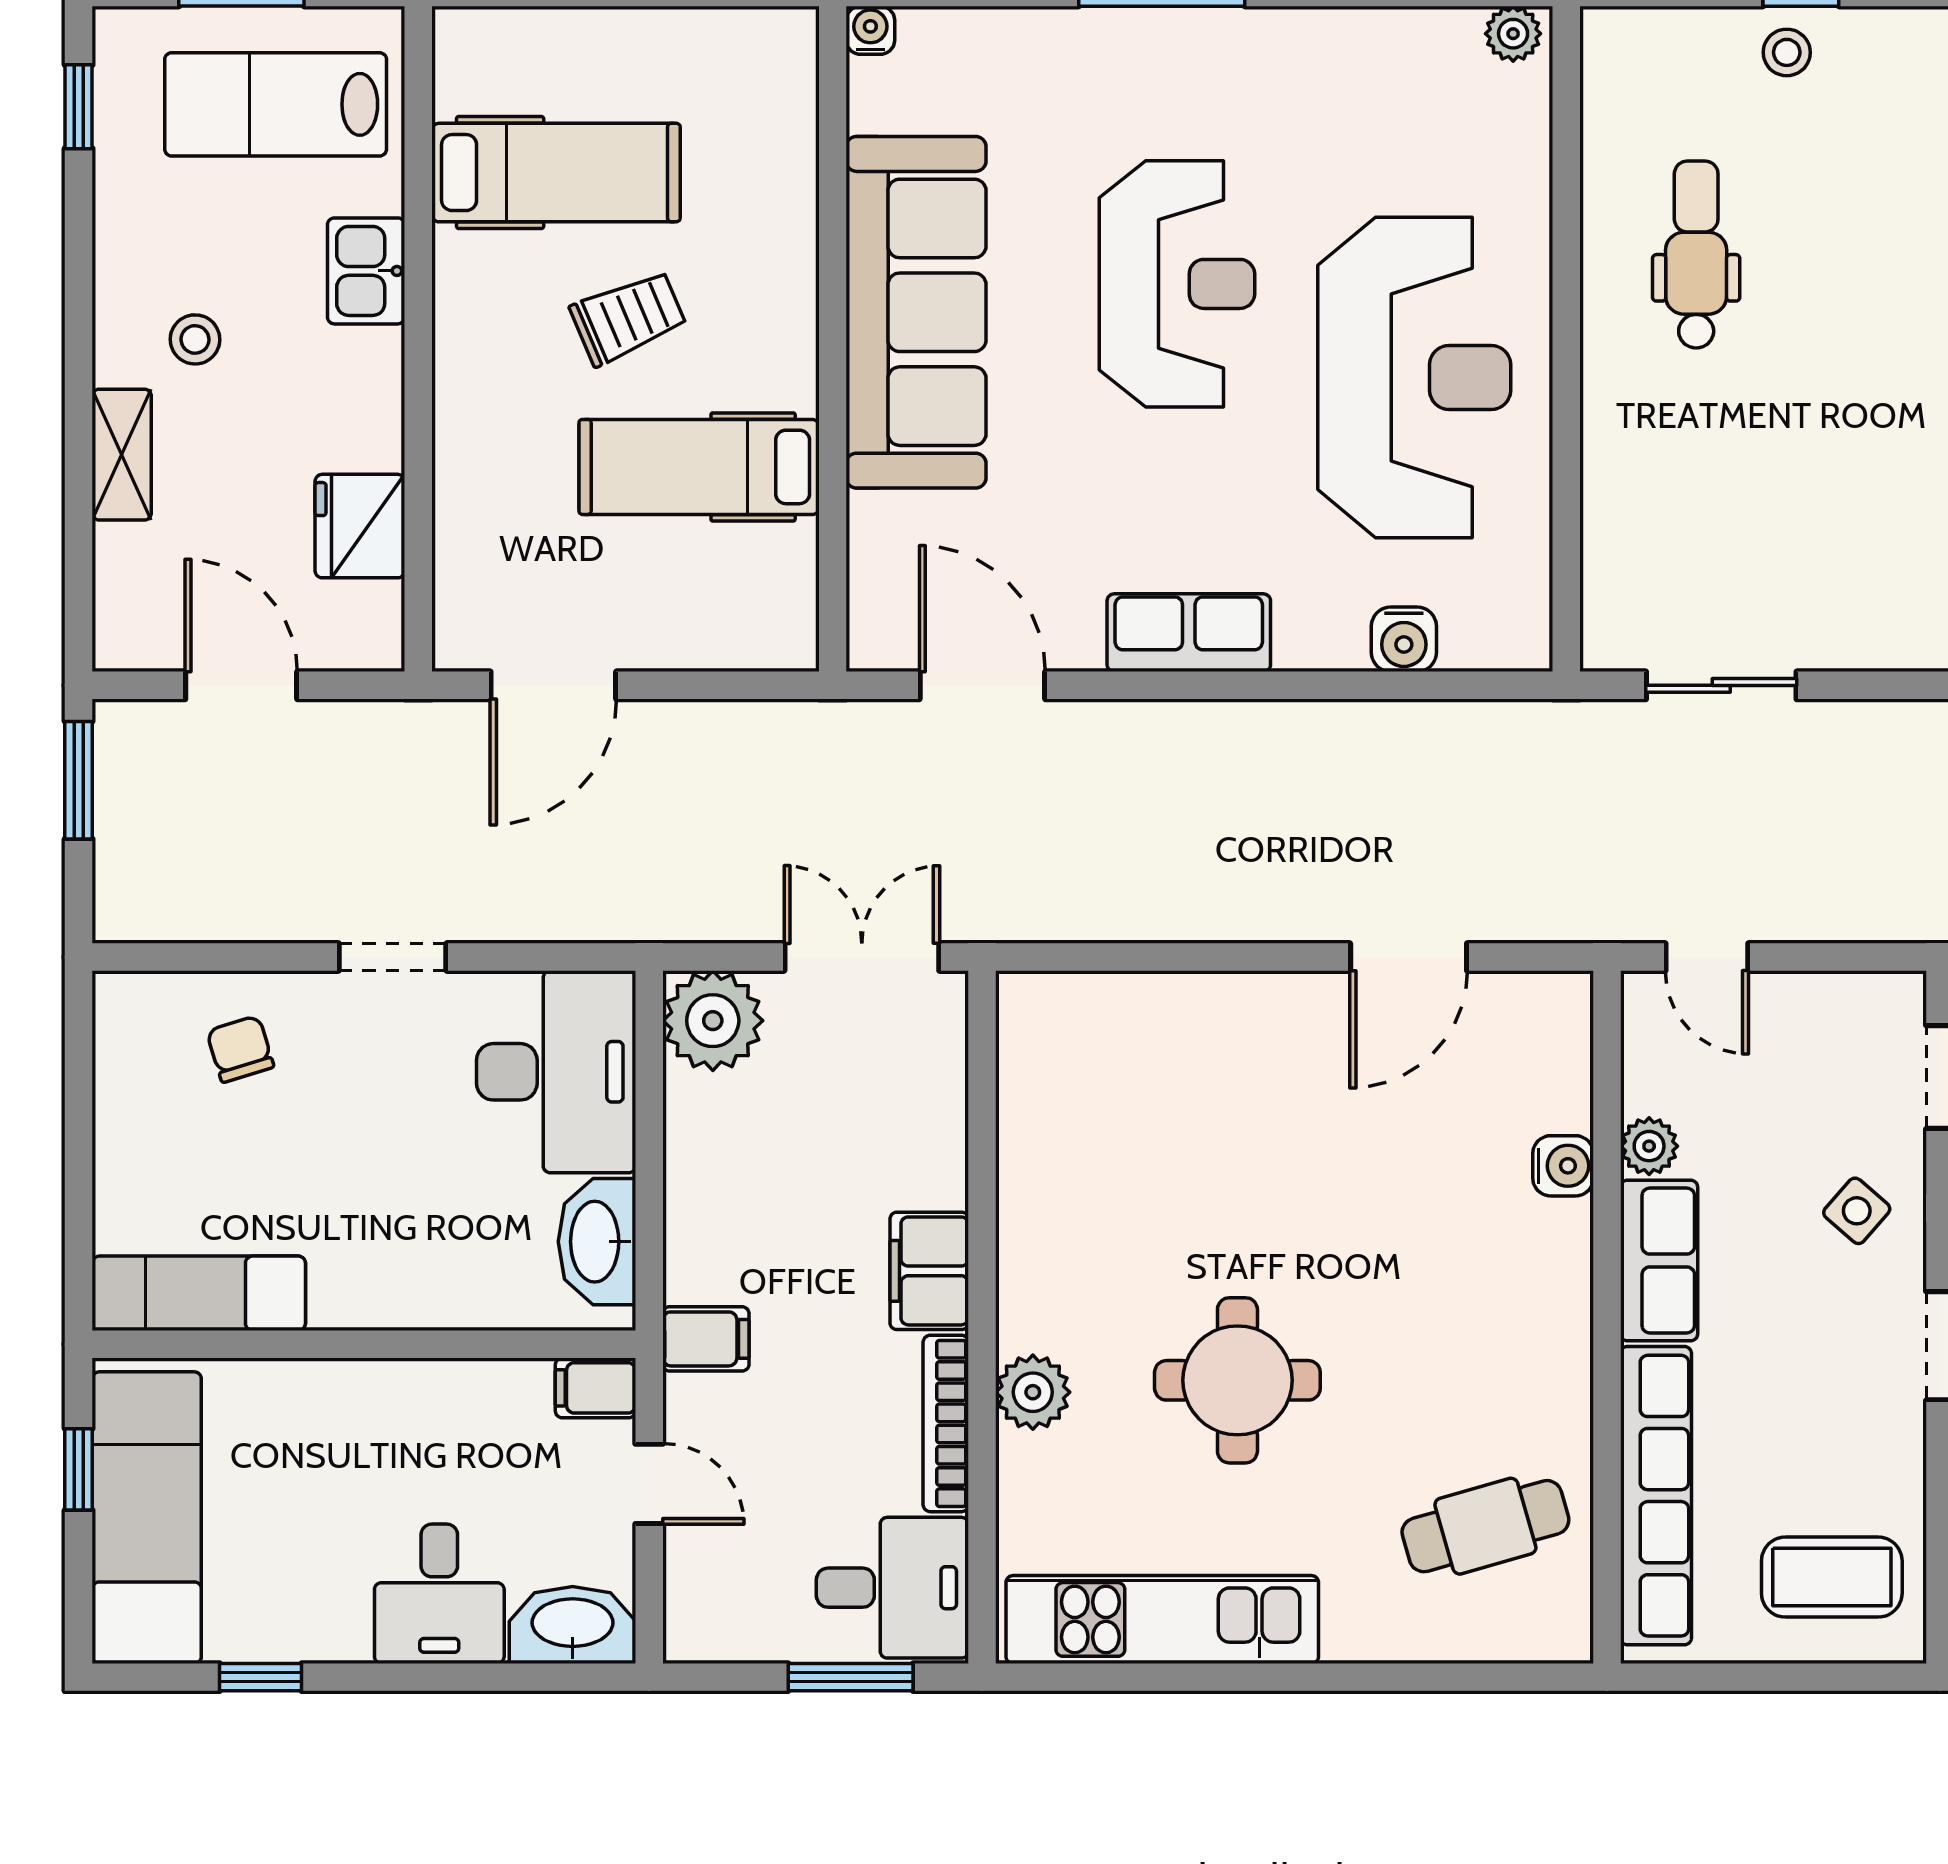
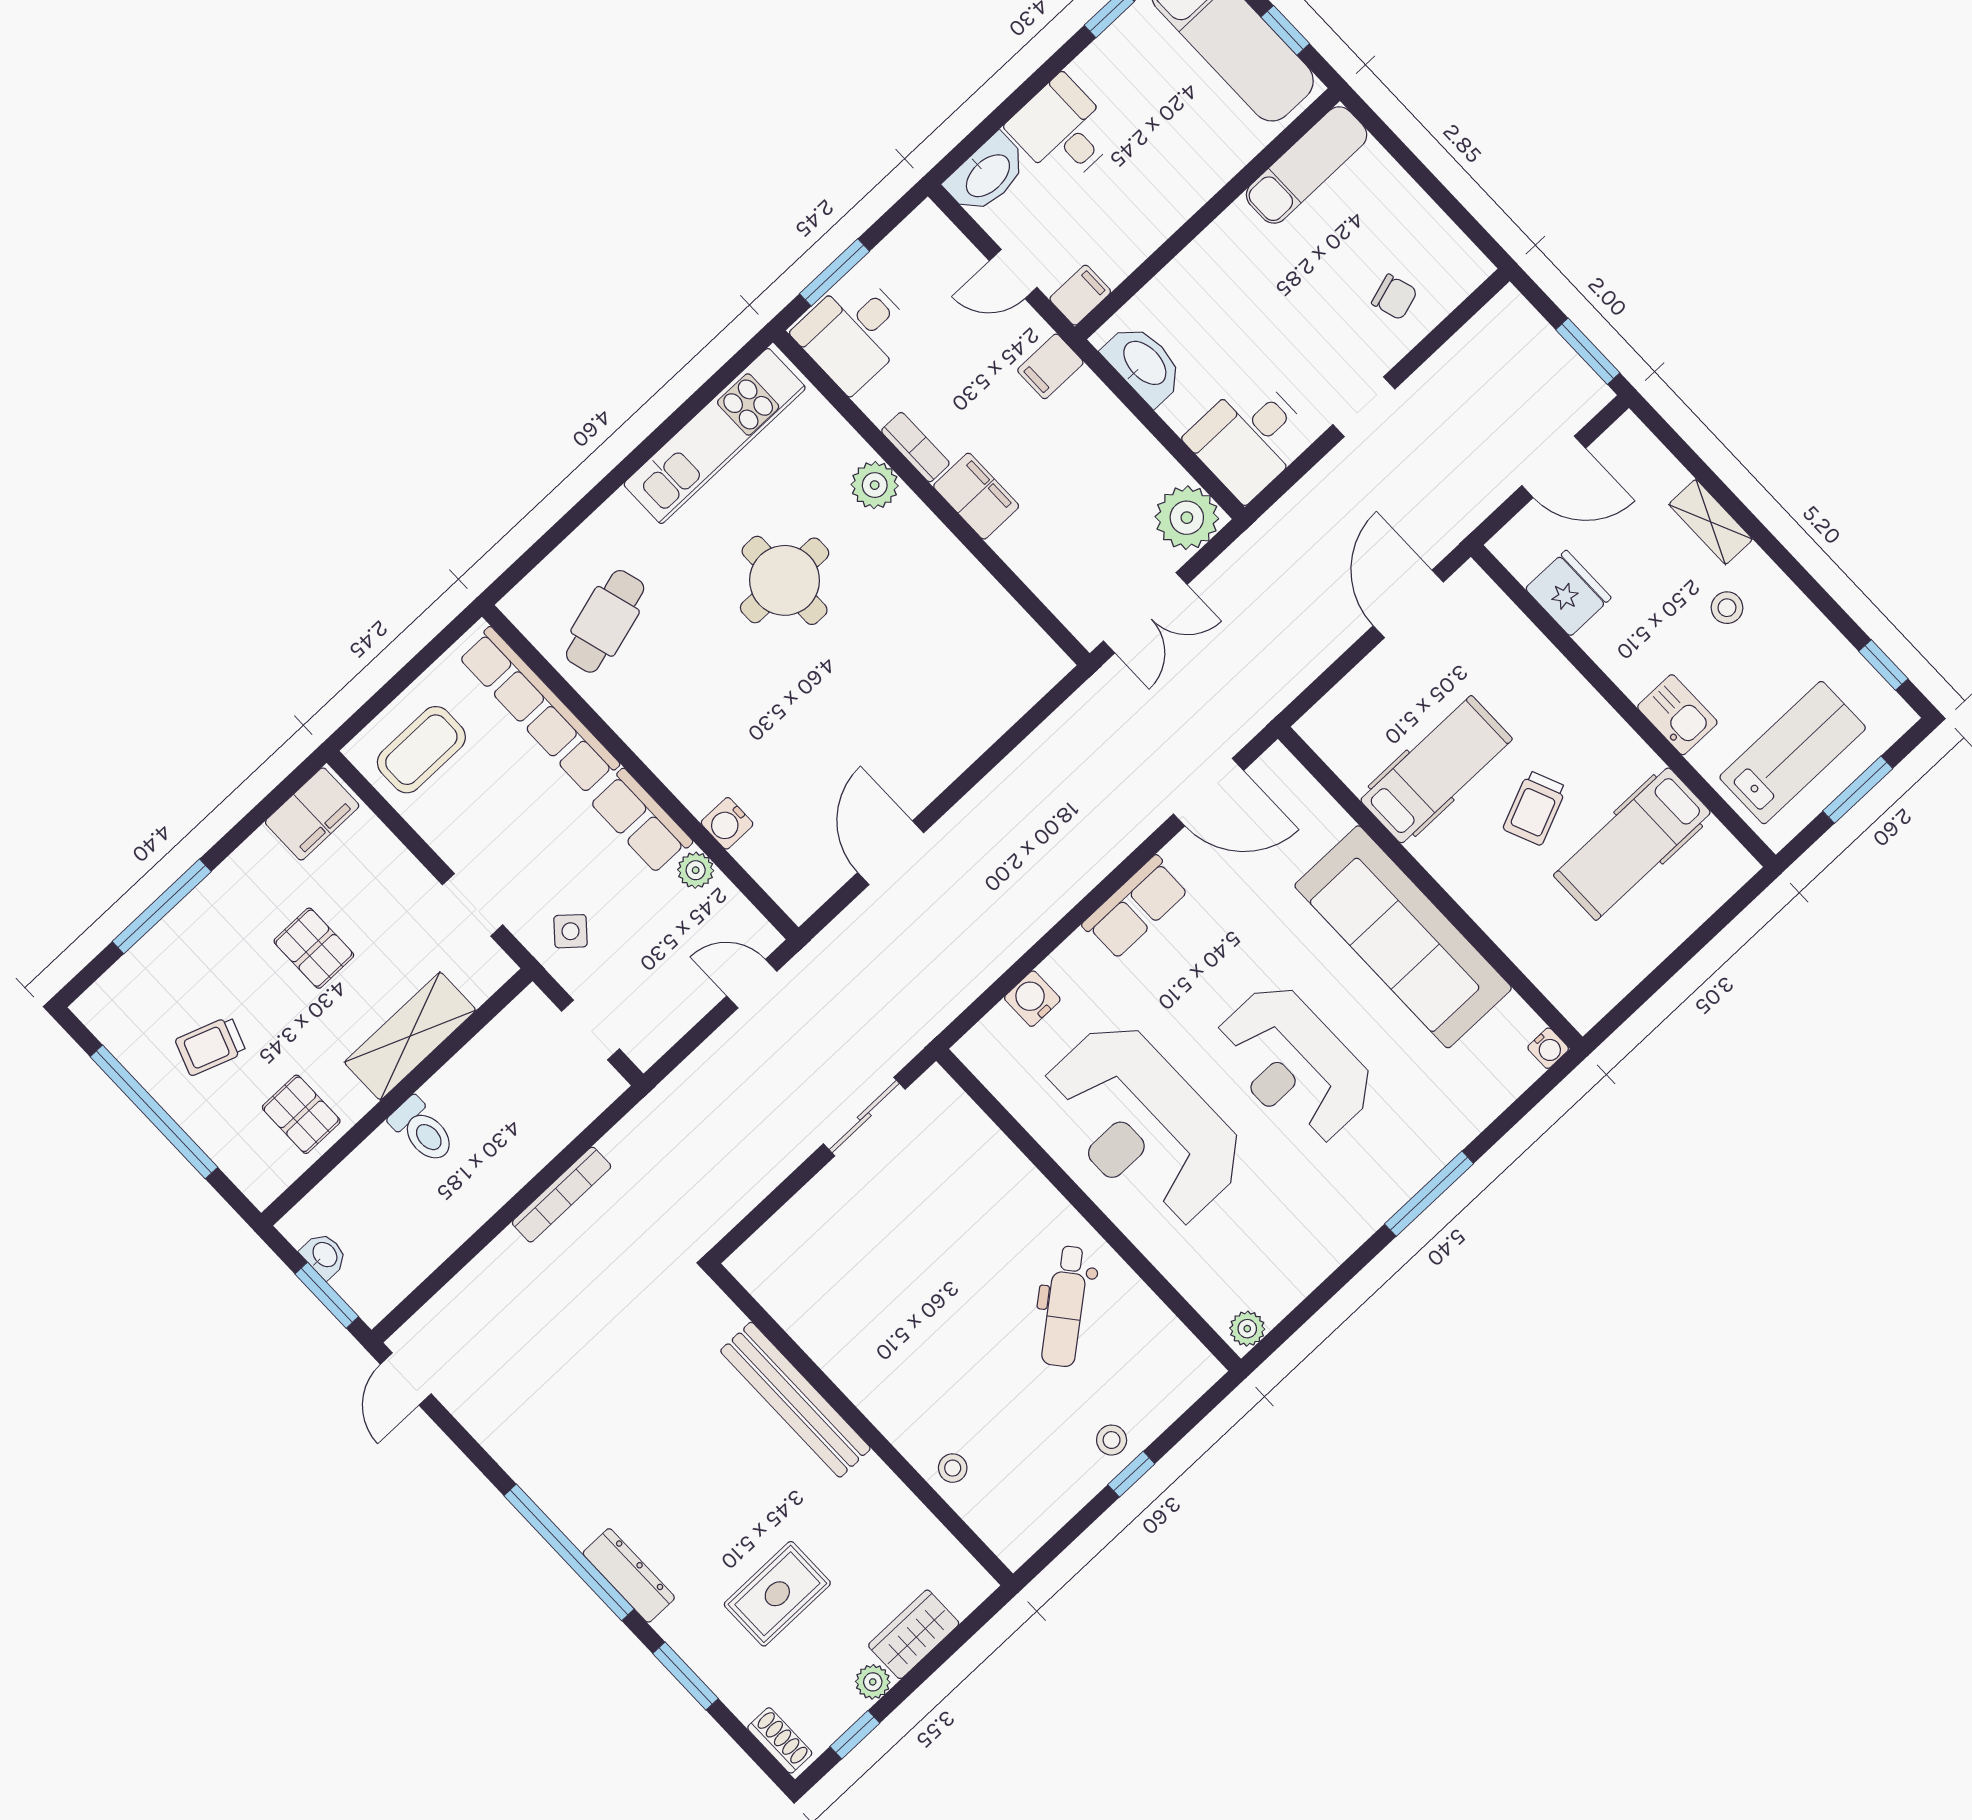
dental chair: (1696, 254) -> (1065, 1306), turned 51
desk: (556, 1072) -> (1249, 438), width x0.73
bookcase: (946, 1423) -> (915, 447), width x0.64

